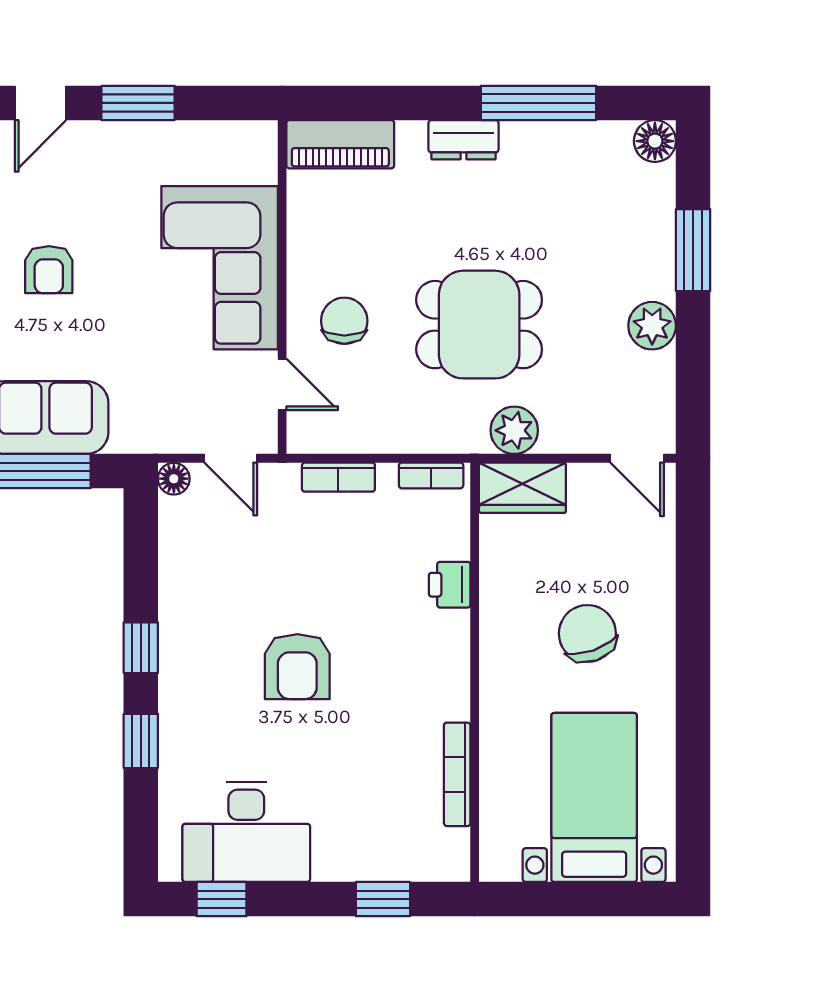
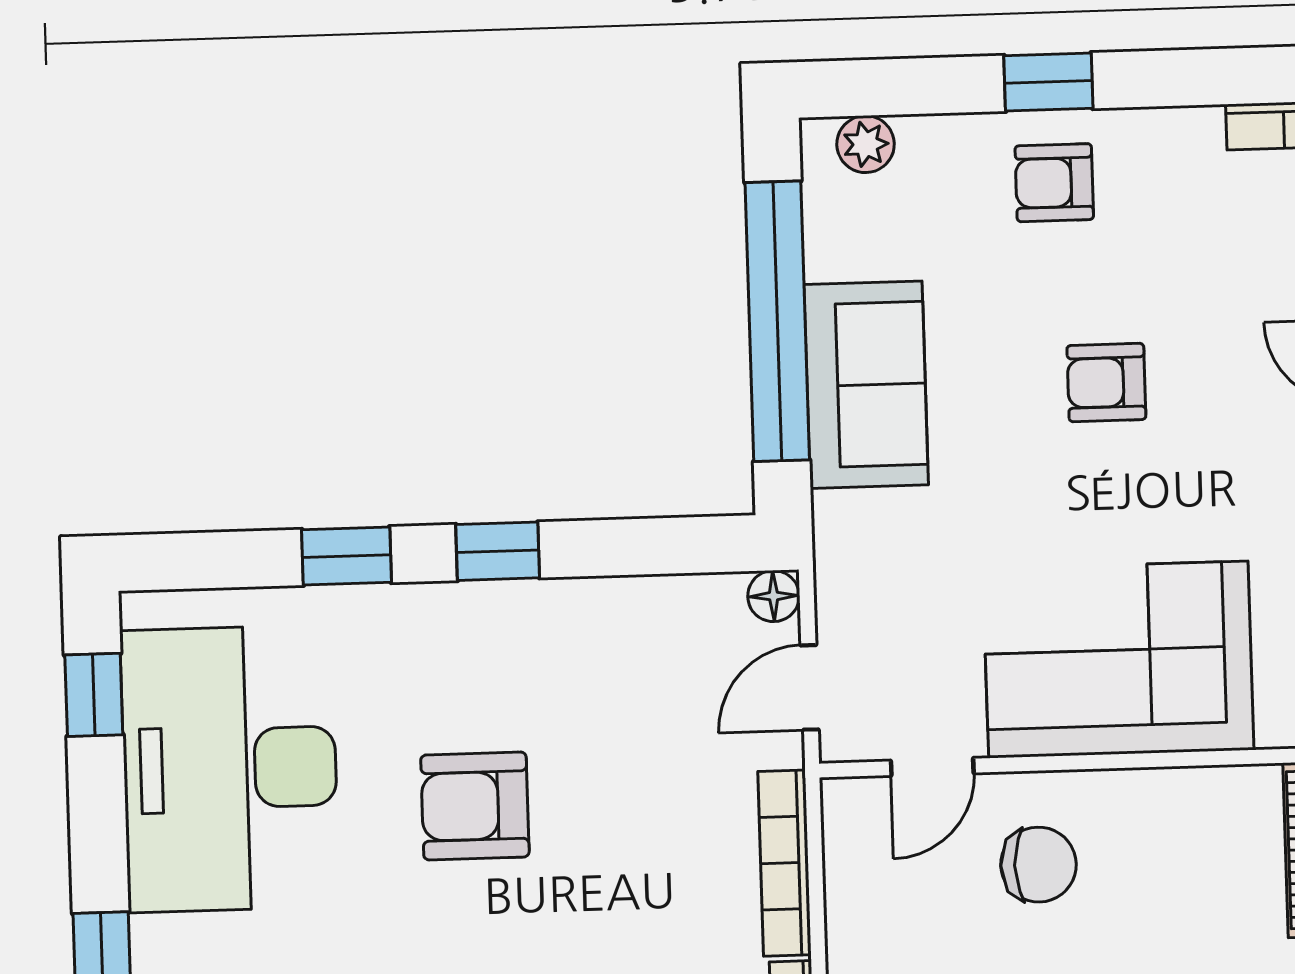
bookcase: (338, 477) -> (785, 863), width x1.56
desk: (246, 832) -> (230, 769), width x1.36, depth x1.30

